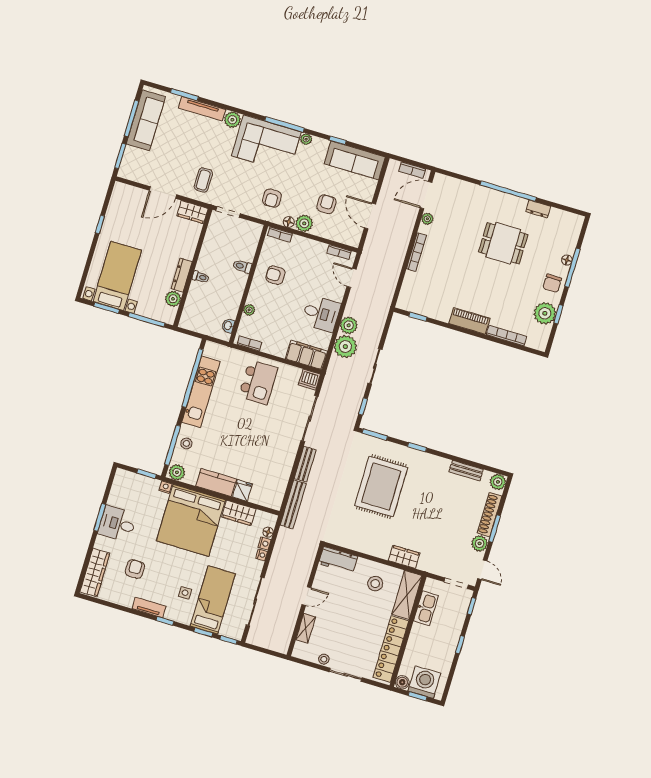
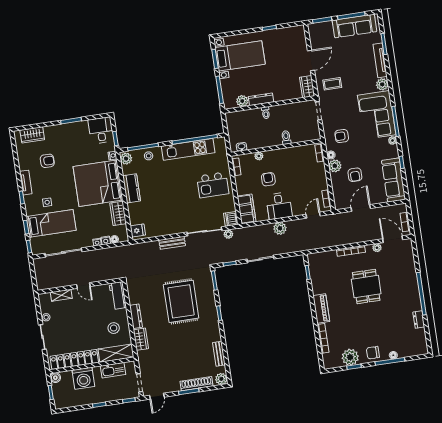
door: (163, 193) -> (311, 60), swing flipped
armchair: (326, 204) -> (355, 175), turned 90
dining table: (503, 243) -> (366, 286), moved
armchair: (275, 275) -> (268, 179), moved
plant: (345, 347) -> (228, 234), moved, width x0.53, depth x0.53
rug: (381, 487) -> (181, 301), turned 90
fridge: (242, 490) -> (138, 230), moved
bench: (293, 504) -> (141, 248), removed
desk: (117, 524) -> (101, 130), moved
plant: (480, 543) -> (174, 386), removed
dresser: (374, 550) -> (136, 316), added
wardrobe: (95, 572) -> (32, 135), width x0.67
washing machine: (424, 682) -> (83, 378), moved, turned 90

